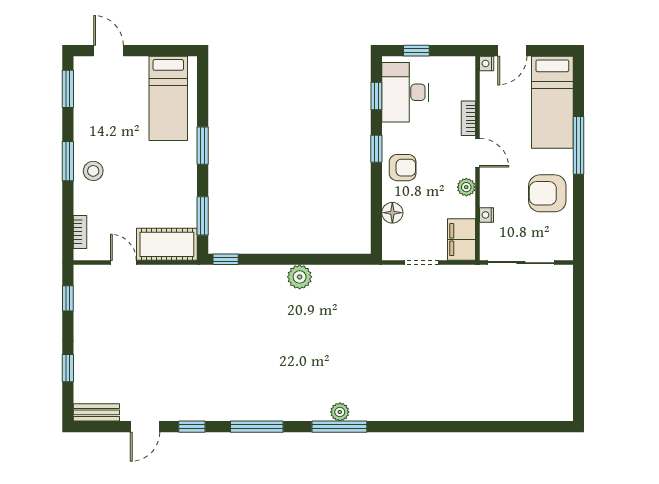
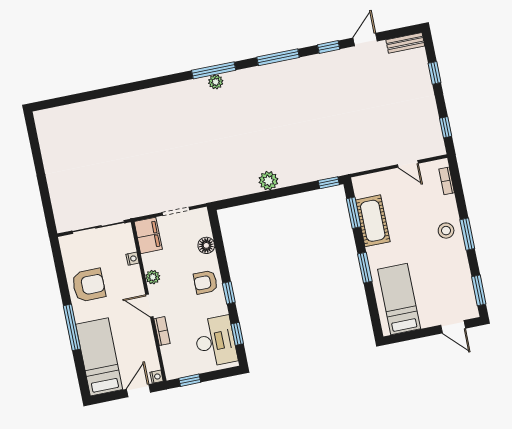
window: (416, 51) -> (190, 380), moved
cot: (167, 244) -> (373, 221), moved, turned 90

